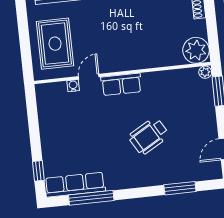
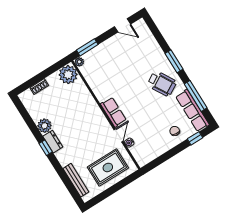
door: (89, 77) -> (119, 135), swing flipped
wheelchair: (149, 136) -> (162, 84), moved
chair: (60, 150) -> (175, 131), added
window: (180, 188) -> (174, 61), moved

